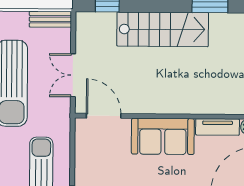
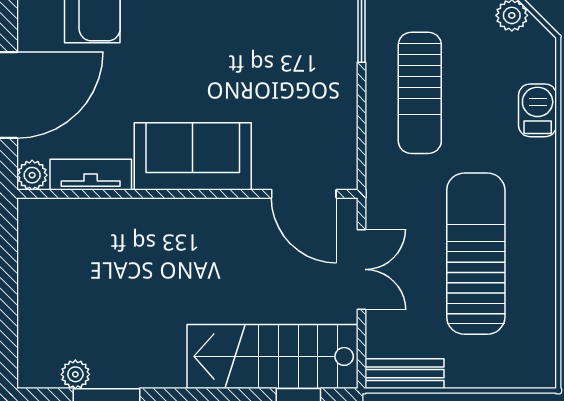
plant: (226, 20) -> (75, 374), added
stairs: (163, 29) -> (272, 356), moved

